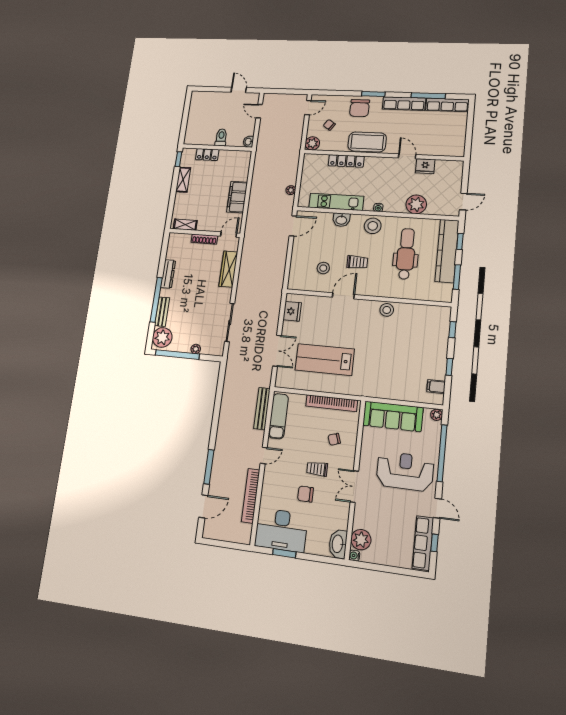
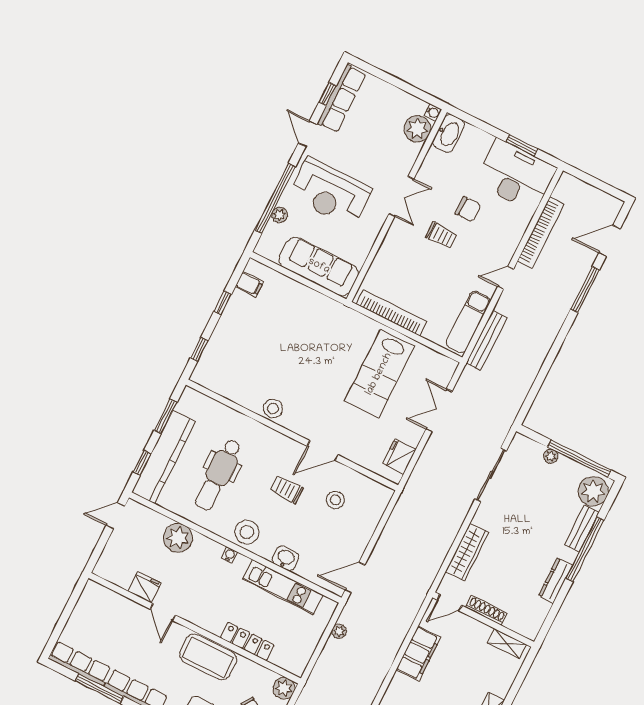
lab bench: (325, 360) -> (379, 374), turned 90
plant: (437, 415) -> (280, 215), moved
chair: (334, 439) -> (405, 265), removed

